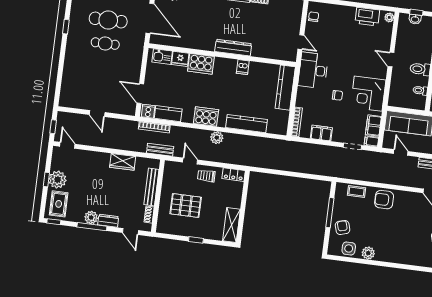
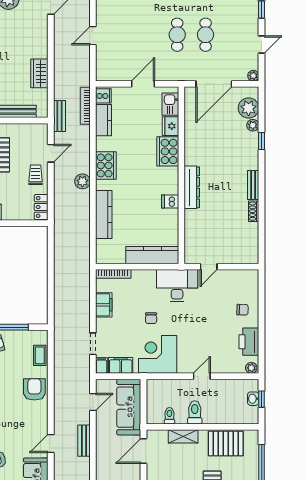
chair: (314, 17) -> (243, 310), moved
cafe table: (108, 20) -> (206, 35), width x0.73, depth x0.74
door: (140, 94) -> (143, 84), moved

